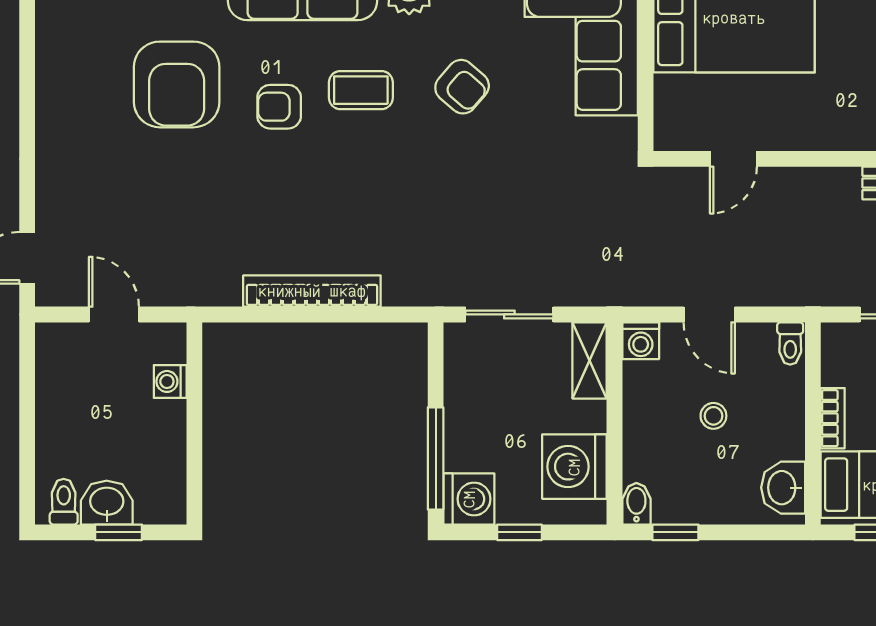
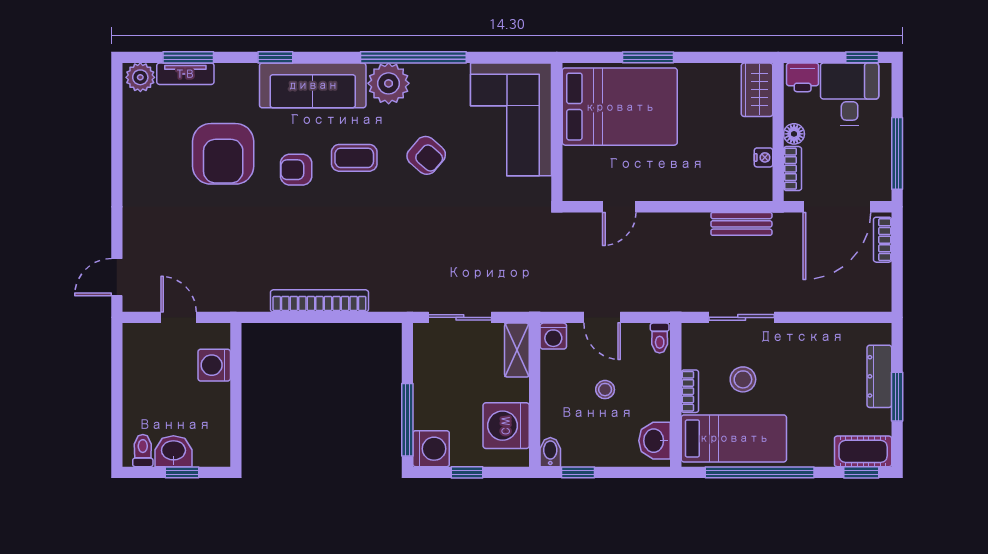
washing machine: (170, 381) -> (214, 365), width x1.38, depth x1.38

